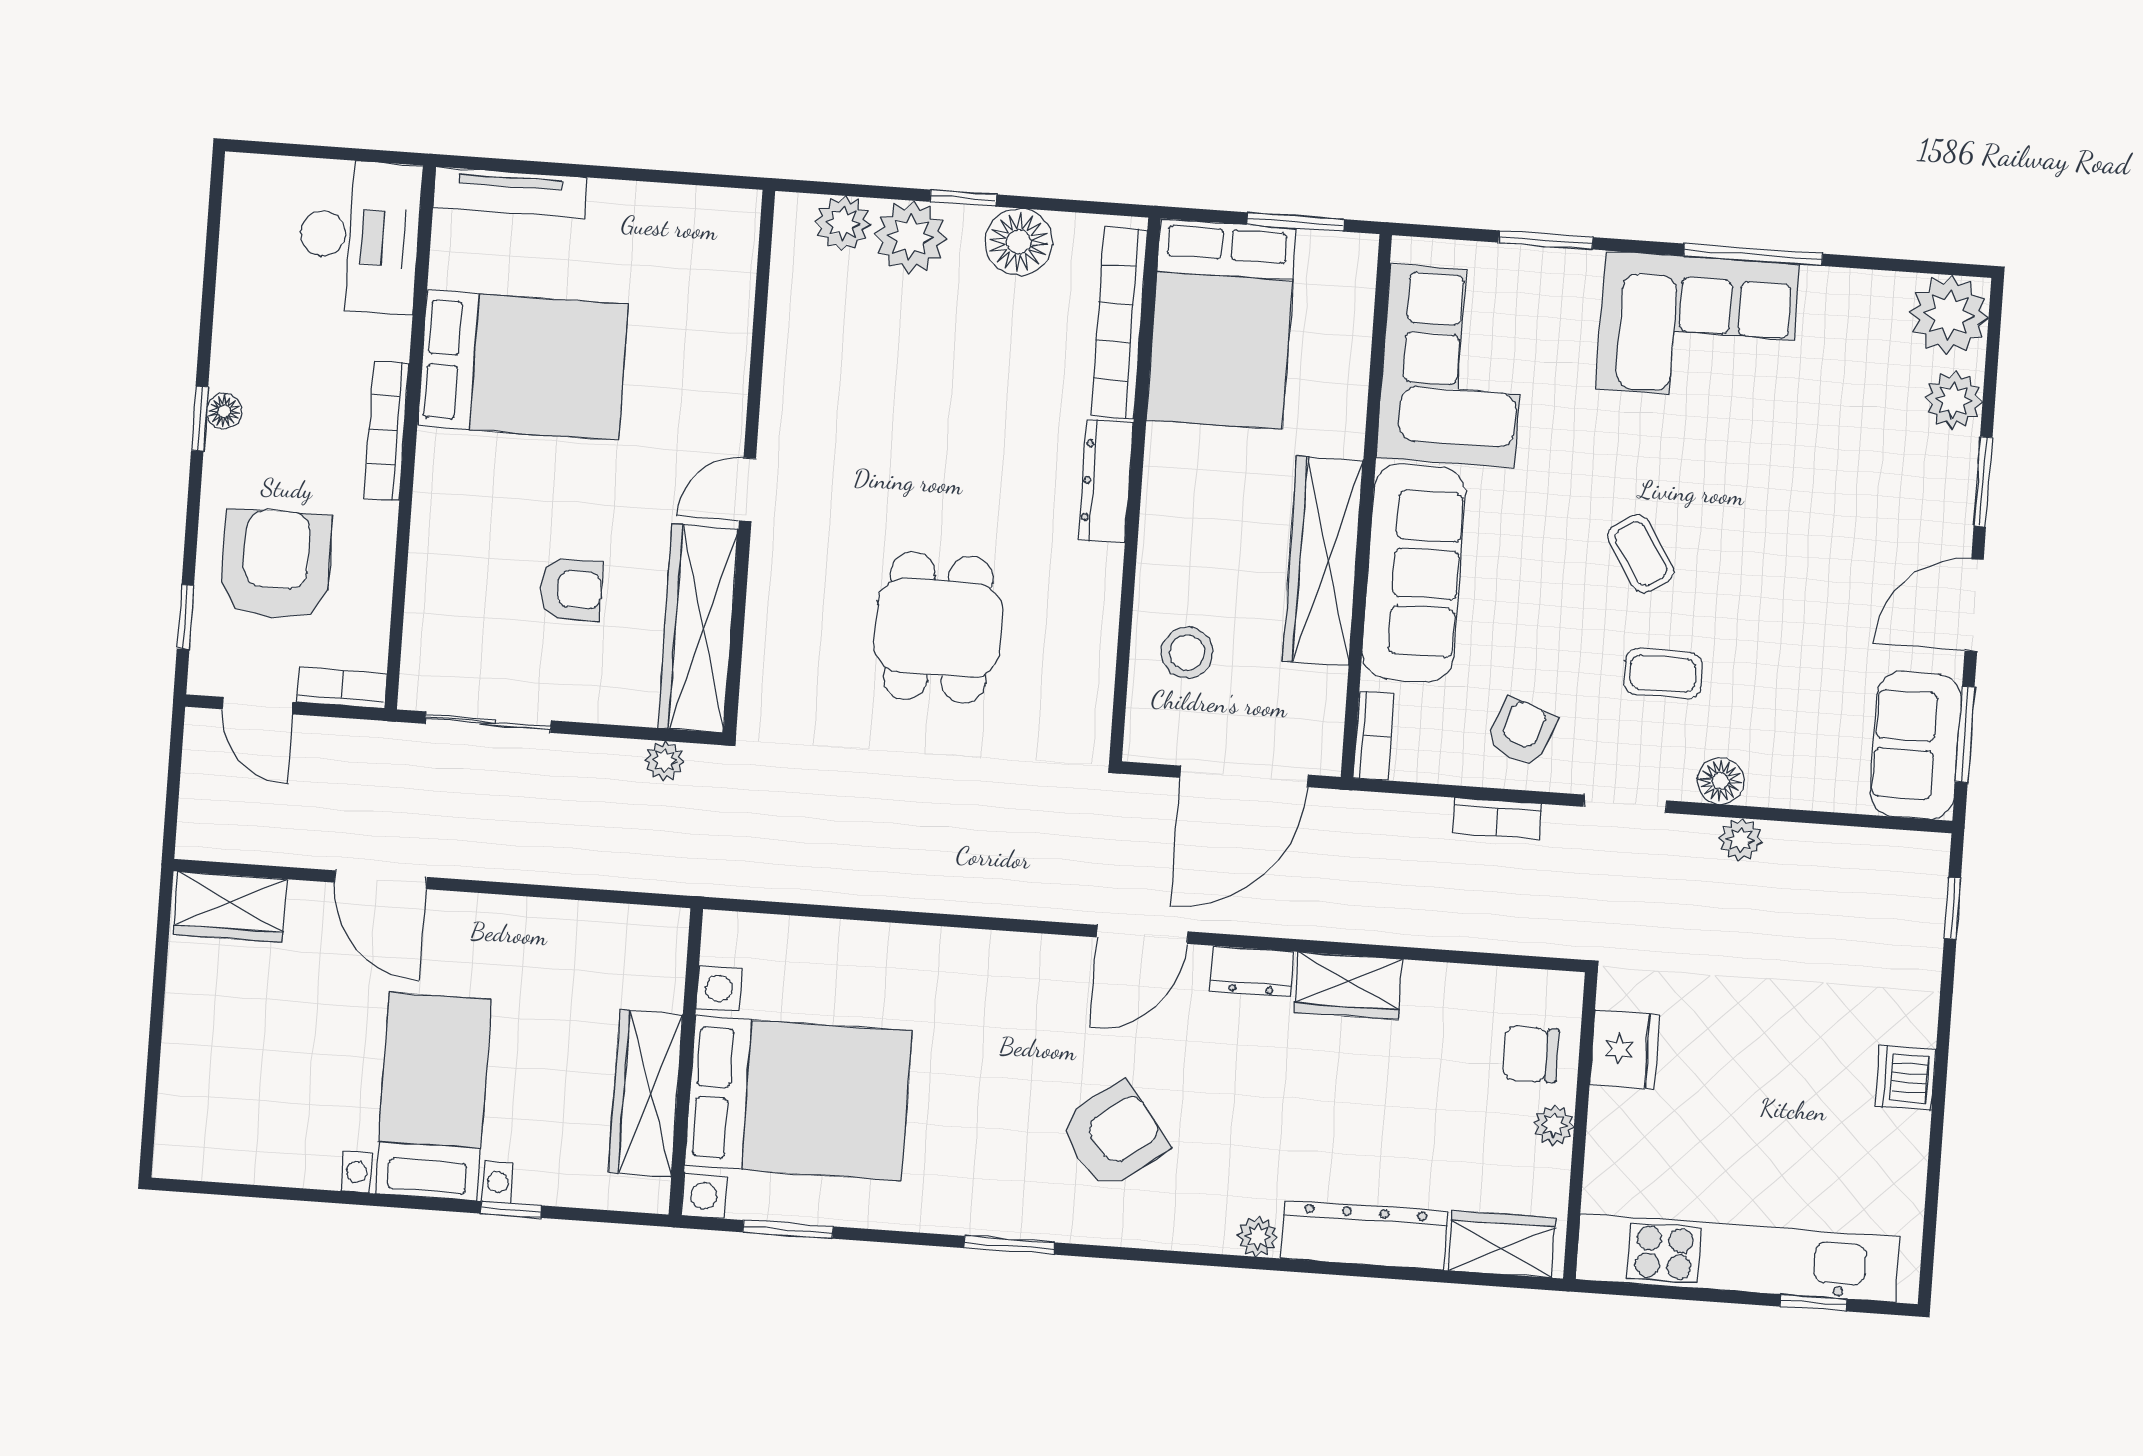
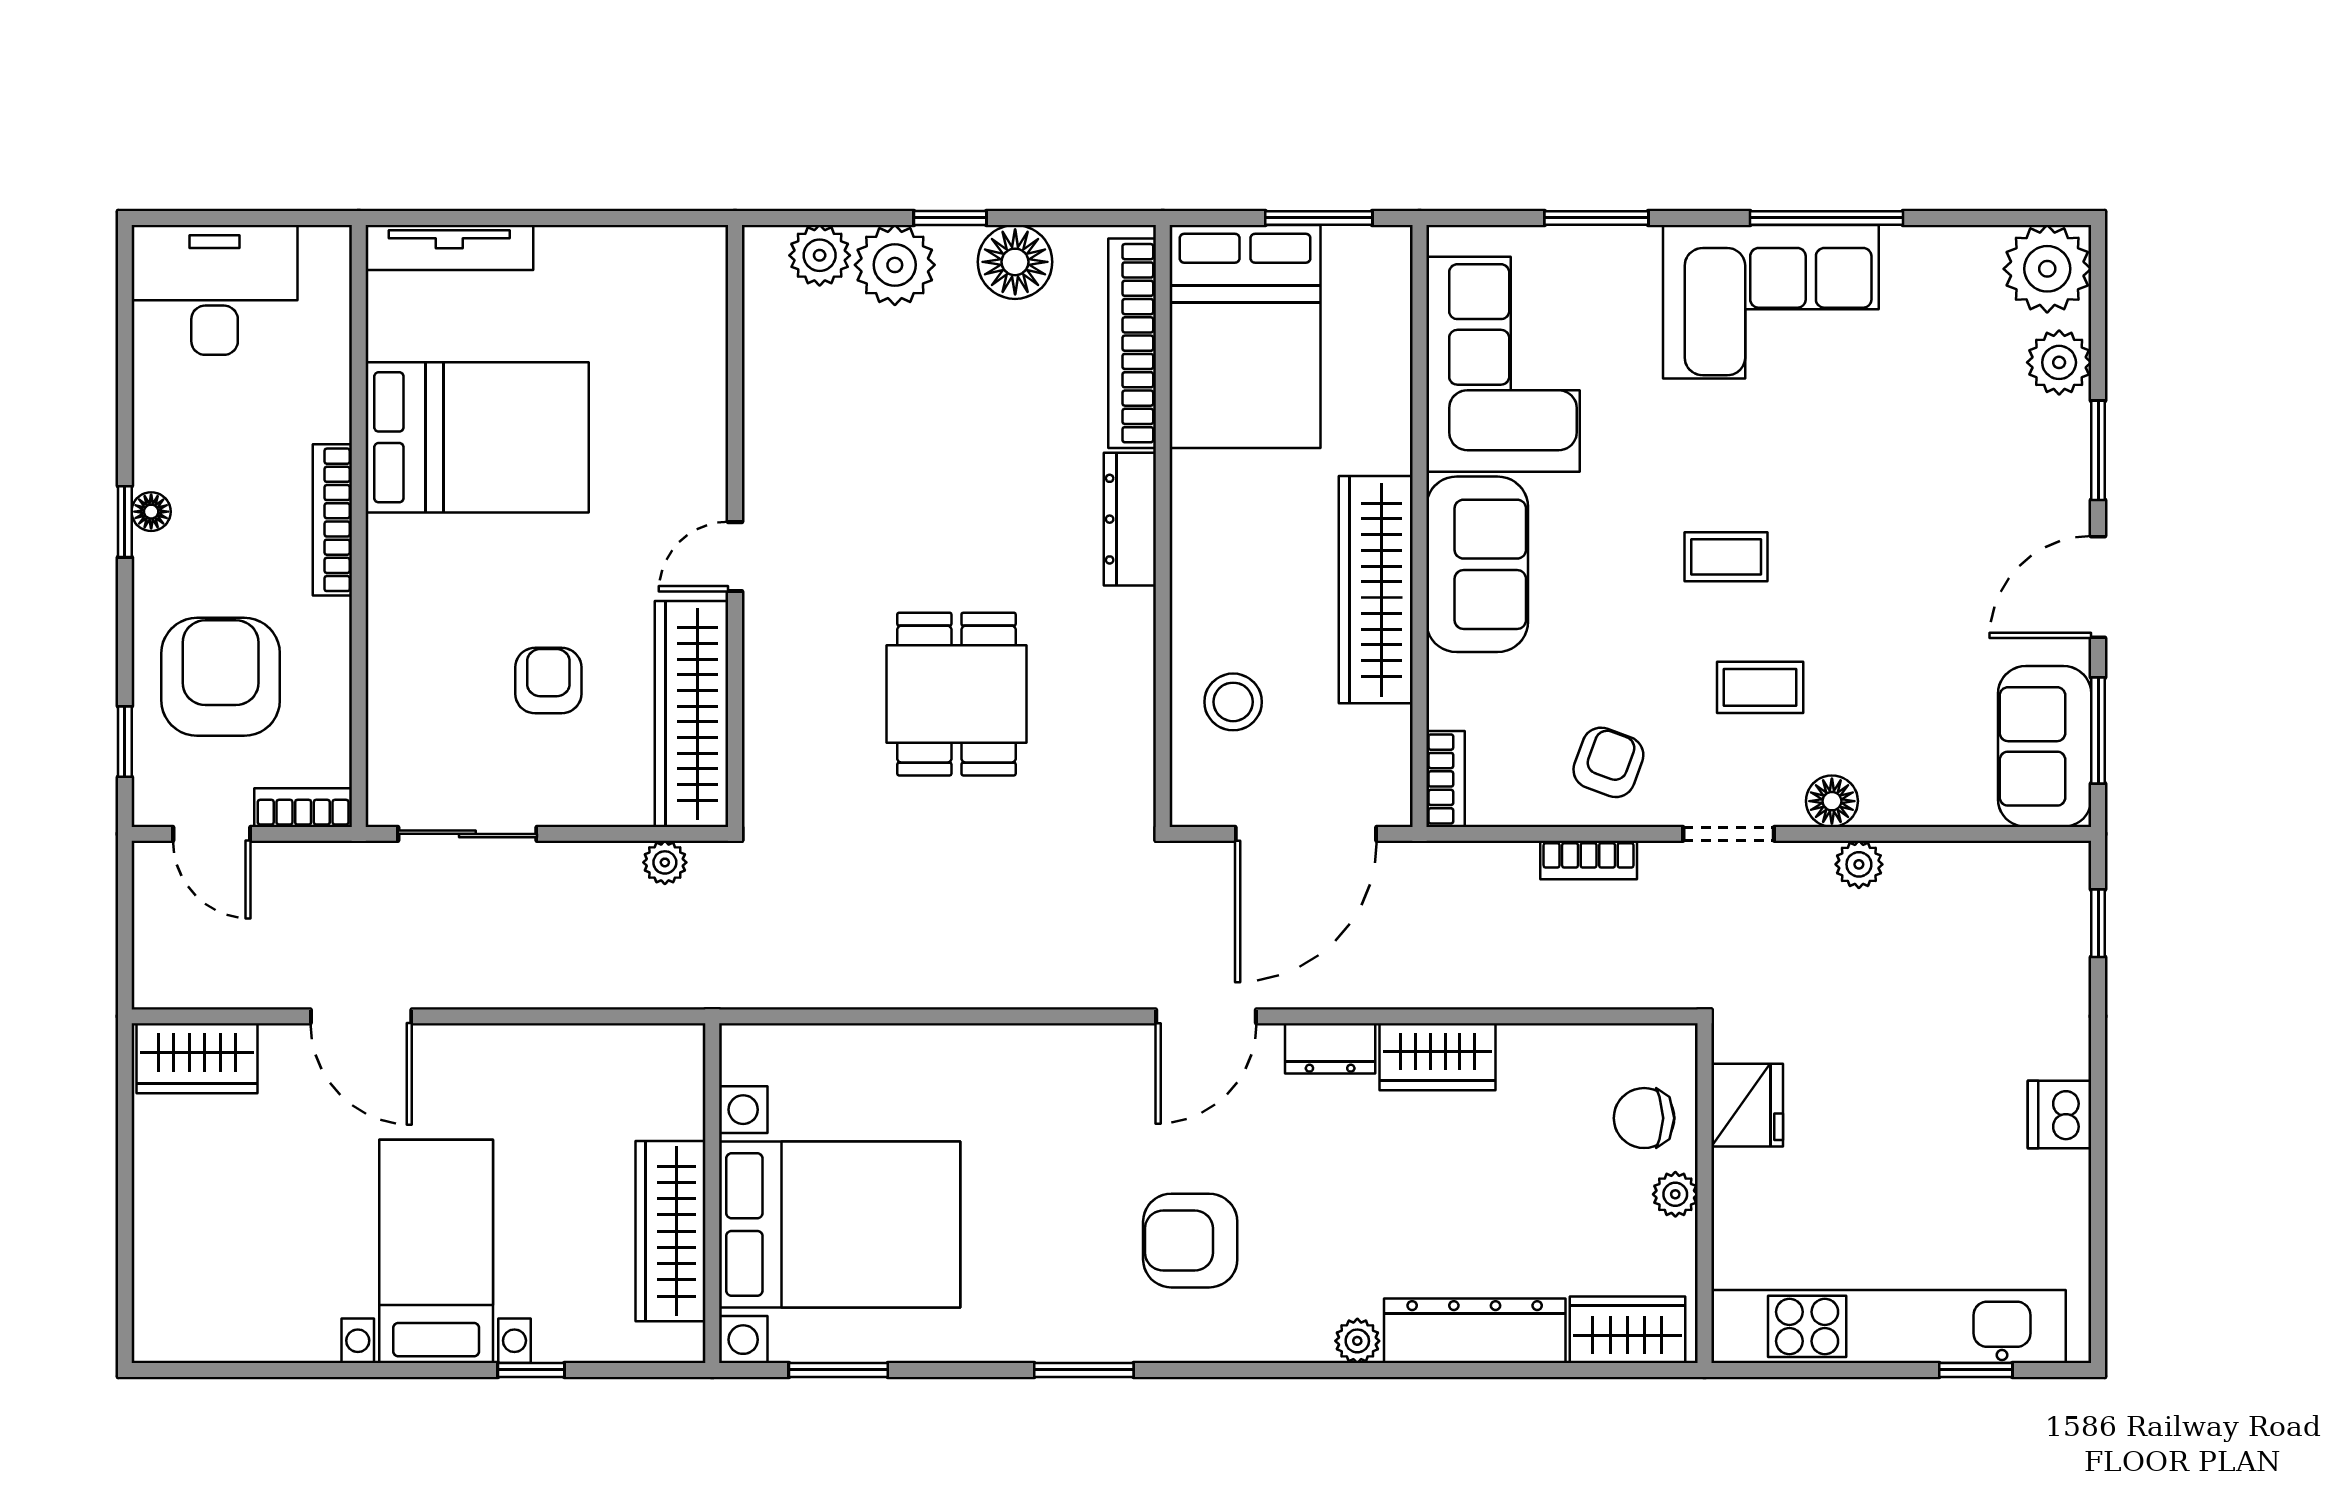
desk: (359, 236) -> (215, 290), moved, turned -90
coffee table: (1641, 554) -> (1726, 557), turned -58
sofa: (1414, 573) -> (1477, 564), width x0.73
armchair: (571, 589) -> (548, 681), turned -90
armchair: (1114, 1135) -> (1190, 1241), turned -143

